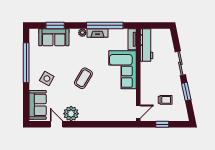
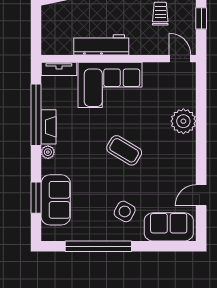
workbench: (146, 45) -> (101, 45), moved
plant: (71, 114) -> (183, 121), moved

